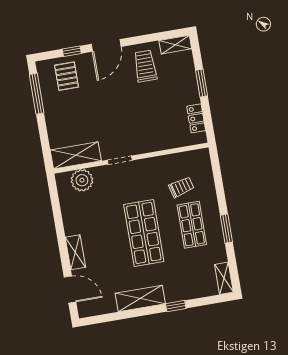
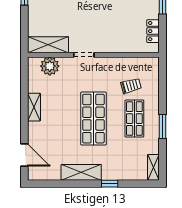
shelving: (75, 252) -> (34, 107), moved

